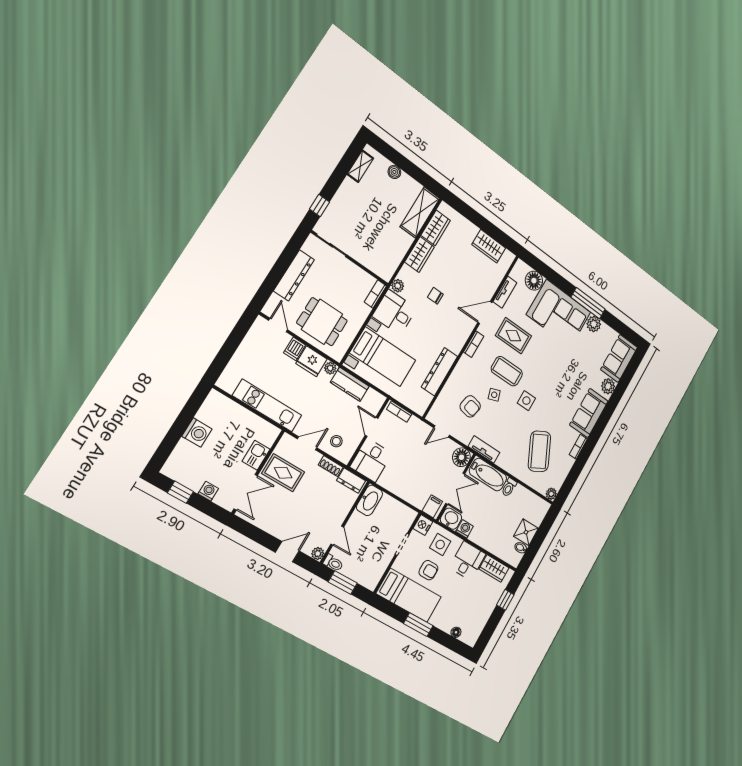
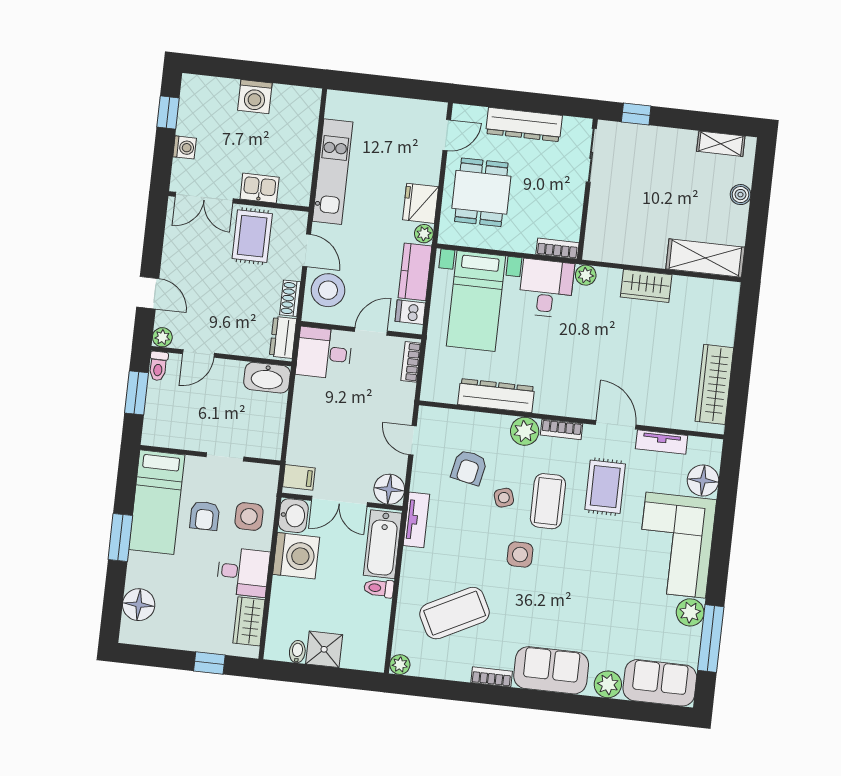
wardrobe: (436, 228) -> (696, 292), removed
wardrobe: (489, 246) -> (714, 384), width x1.50
chair: (435, 296) -> (601, 337), removed
window: (588, 303) -> (711, 638), moved
dishwasher: (295, 349) -> (410, 312), moved
plant: (465, 365) -> (525, 431), added
stool: (336, 441) -> (328, 290), width x1.89, depth x1.89
nightstand: (423, 525) -> (266, 476), removed
washing machine: (465, 529) -> (296, 556), width x1.89, depth x1.89
floor lamp: (456, 632) -> (139, 605), width x1.89, depth x1.89

